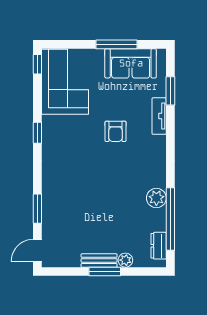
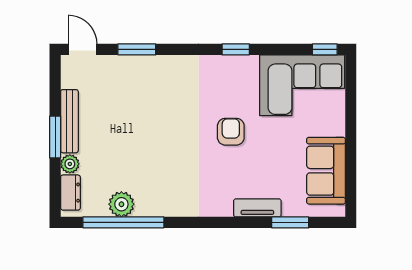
window: (116, 44) -> (351, 152), removed
armchair: (116, 131) -> (231, 132), moved, turned 90
plant: (156, 198) -> (121, 204), moved
dresser: (159, 246) -> (70, 193), moved, turned 90
bench: (99, 260) -> (69, 121), width x1.36

